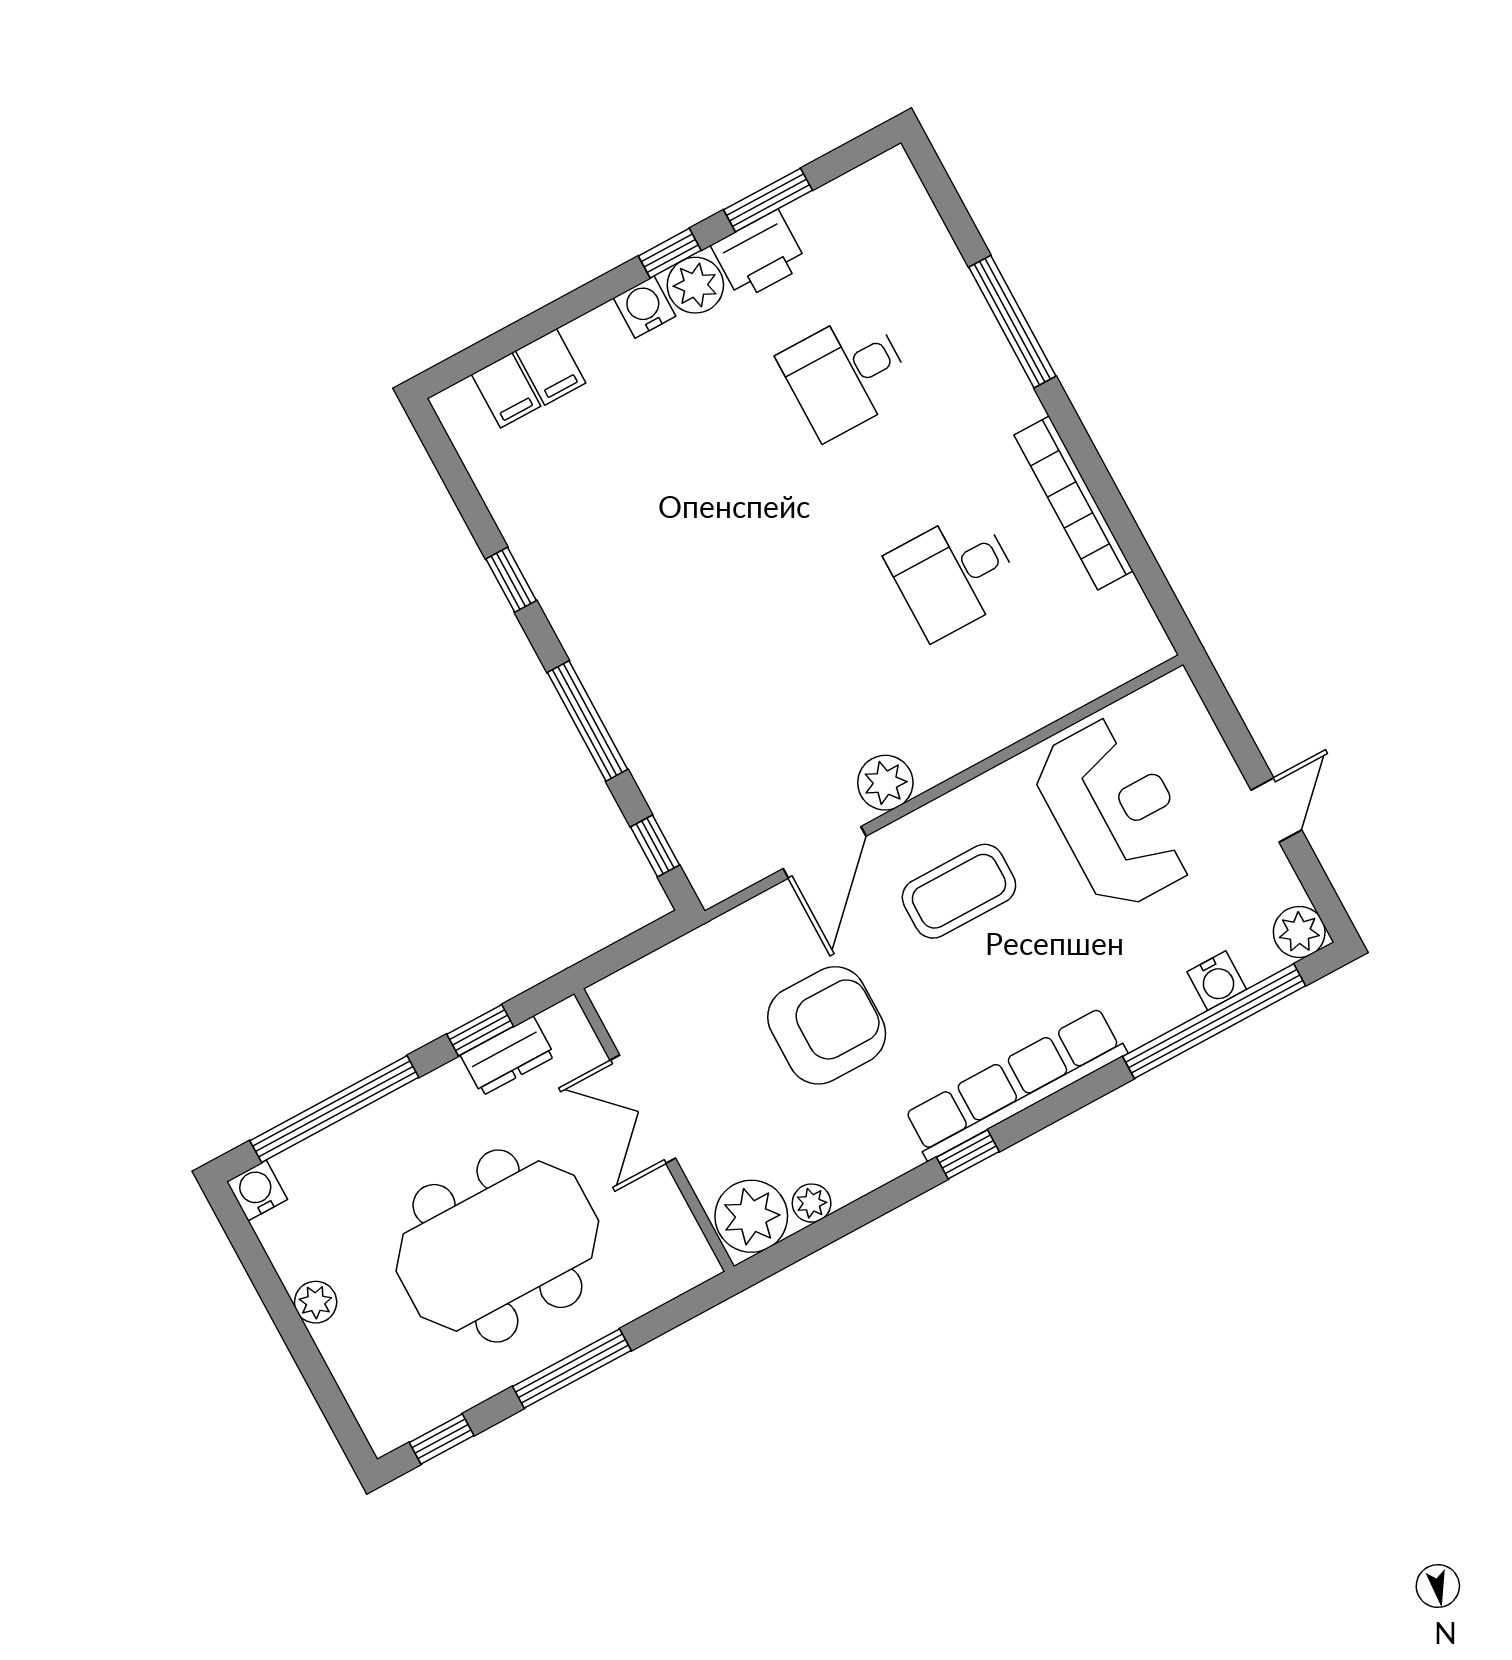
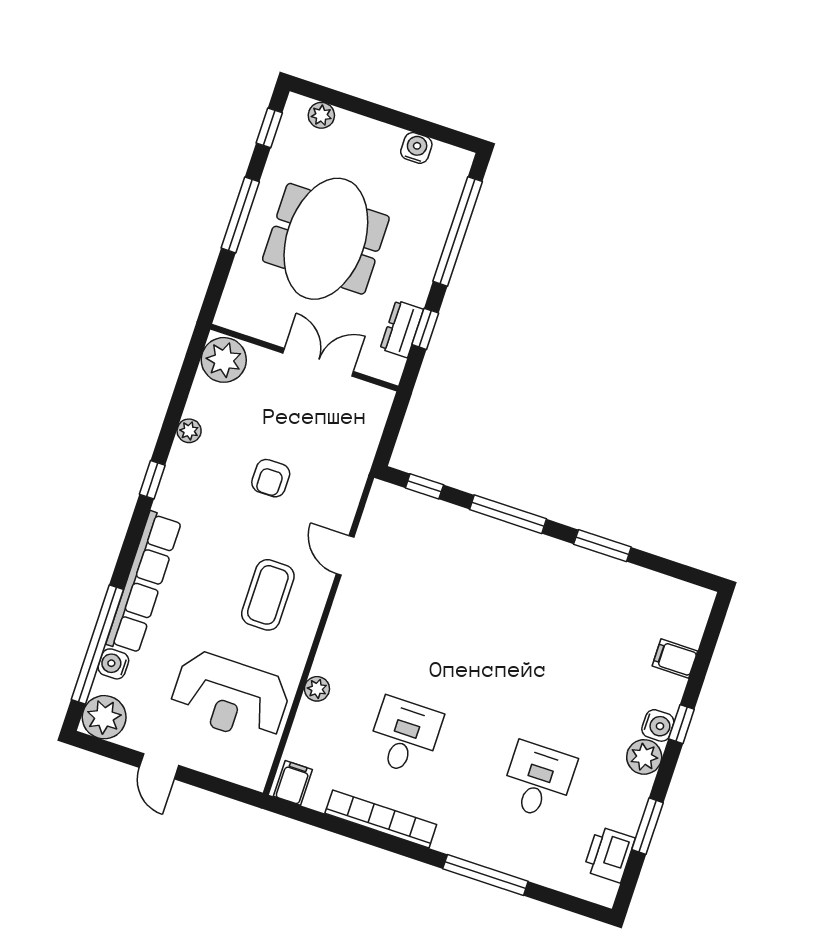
window: (670, 253) -> (681, 724), moved
printer: (759, 255) -> (609, 854), moved
filing cabinet: (506, 390) -> (293, 783), moved, turned 90
window: (511, 580) -> (602, 546), width x1.50
plant: (885, 783) -> (317, 689), moved, width x0.73, depth x0.73
door: (825, 852) -> (345, 556), width x0.73
plant: (1299, 932) -> (104, 717), width x1.36, depth x1.36
armchair: (827, 1025) -> (271, 478), width x0.53, depth x0.53
row of seats: (1015, 1084) -> (144, 583), moved
water cooler: (257, 1191) -> (416, 148), moved, turned -90
plant: (812, 1203) -> (189, 431), moved
plant: (316, 1302) -> (321, 115), moved

